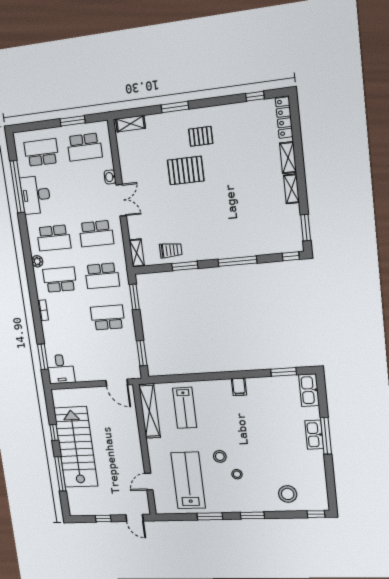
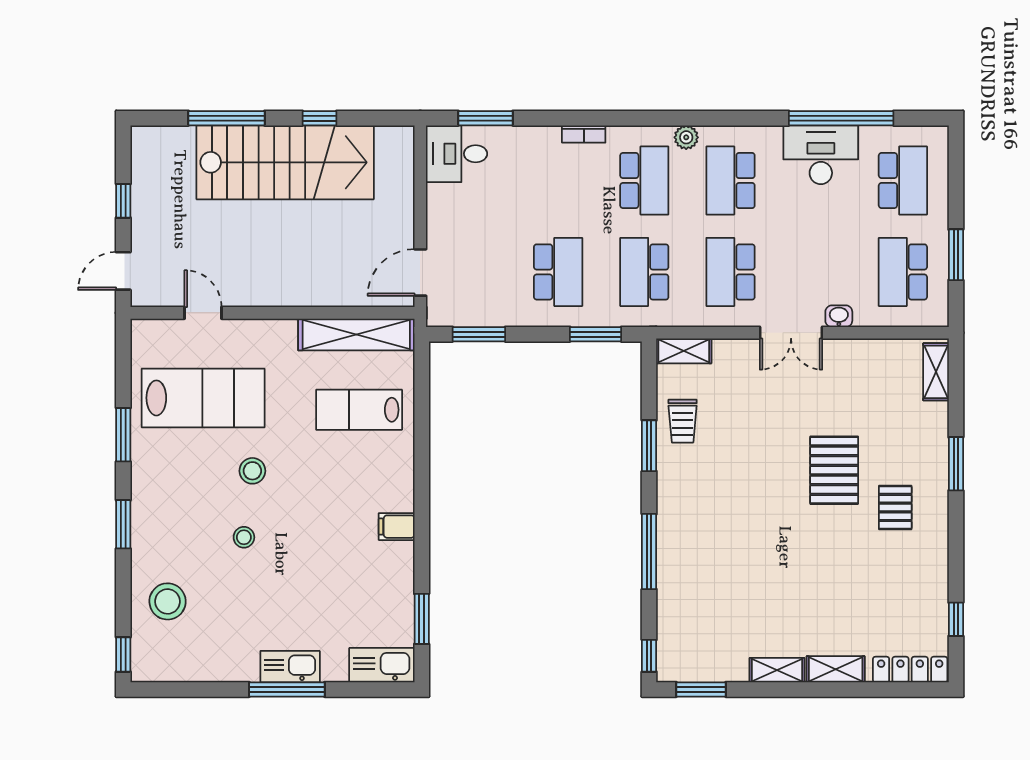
stool: (237, 474) -> (244, 537), moved

